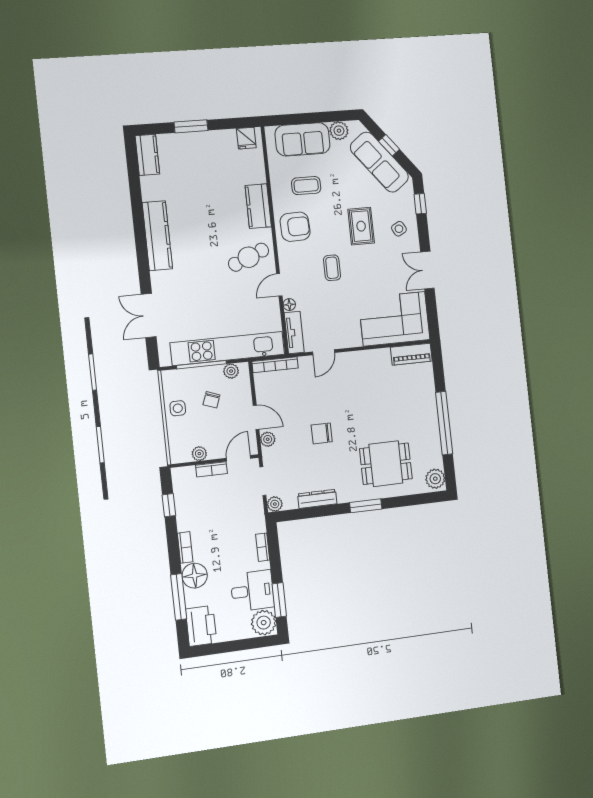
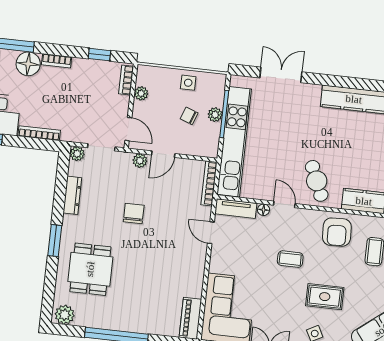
plant: (231, 371) -> (215, 115), moved
bookcase: (211, 469) -> (126, 80), moved
bookcase: (263, 547) -> (39, 133), width x1.56

